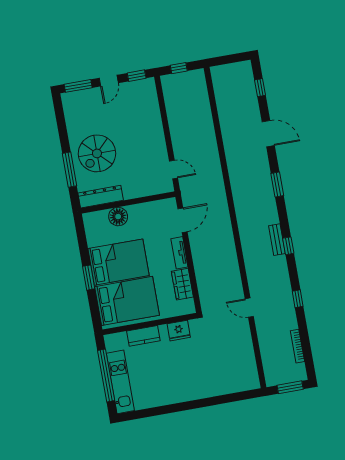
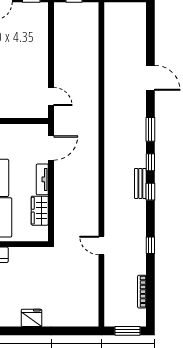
window: (260, 88) -> (150, 162), moved
fridge: (179, 331) -> (32, 318), moved, turned 180

